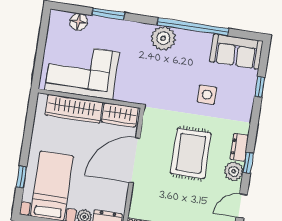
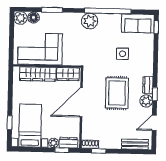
plant: (59, 20) -> (21, 18), added
window: (260, 87) -> (156, 27), moved

